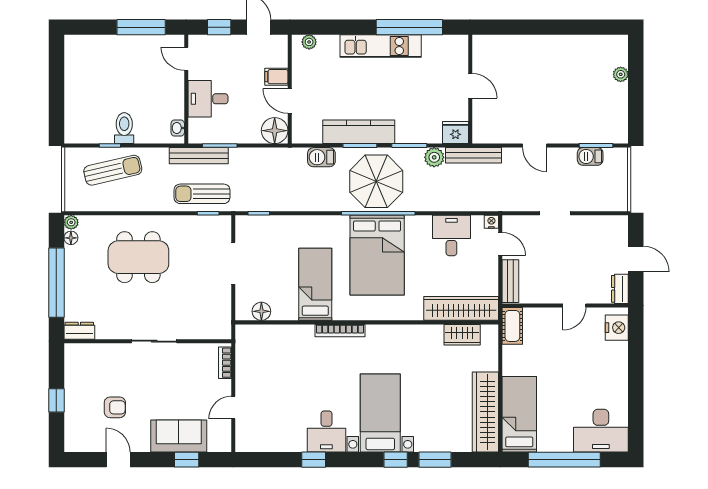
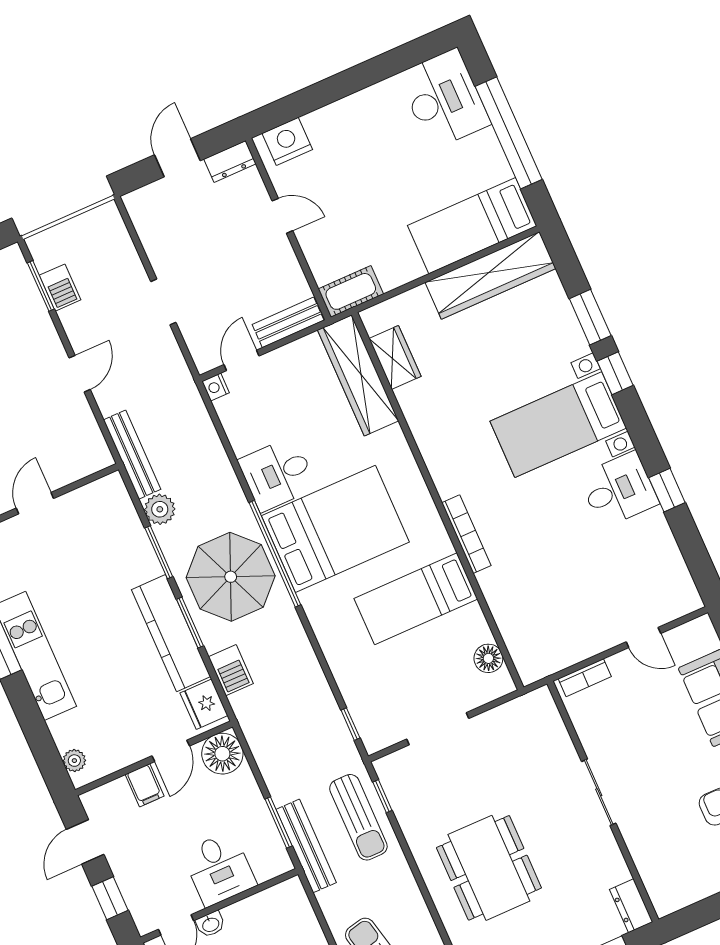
washbasin: (178, 128) -> (210, 924), moved
fridge: (455, 133) -> (204, 704), moved
desk: (451, 235) -> (277, 474), moved

